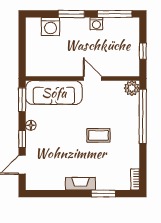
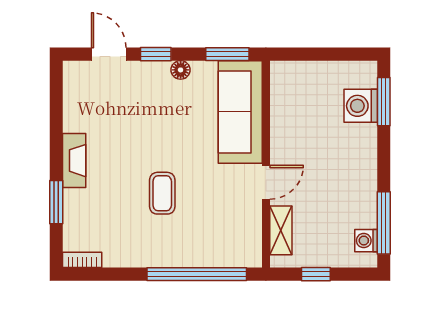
window: (71, 14) -> (384, 102), moved
washing machine: (96, 24) -> (366, 241), moved
shelving: (119, 70) -> (281, 230), added
plant: (132, 88) -> (248, 254), removed

